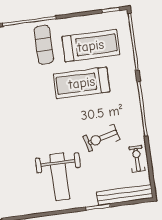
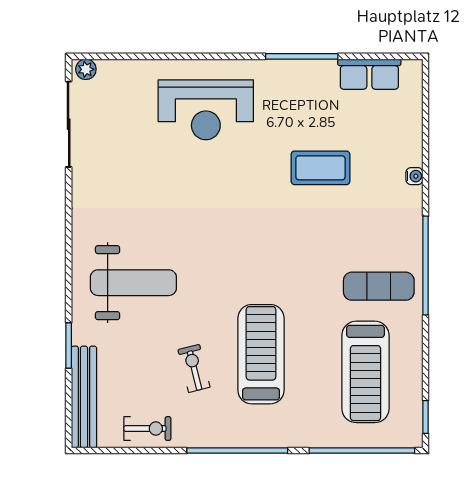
treadmill: (82, 83) -> (261, 354), moved
exercise bike: (101, 138) -> (194, 368), width x0.73, depth x0.72
weight bench: (60, 177) -> (133, 283), turned 180

